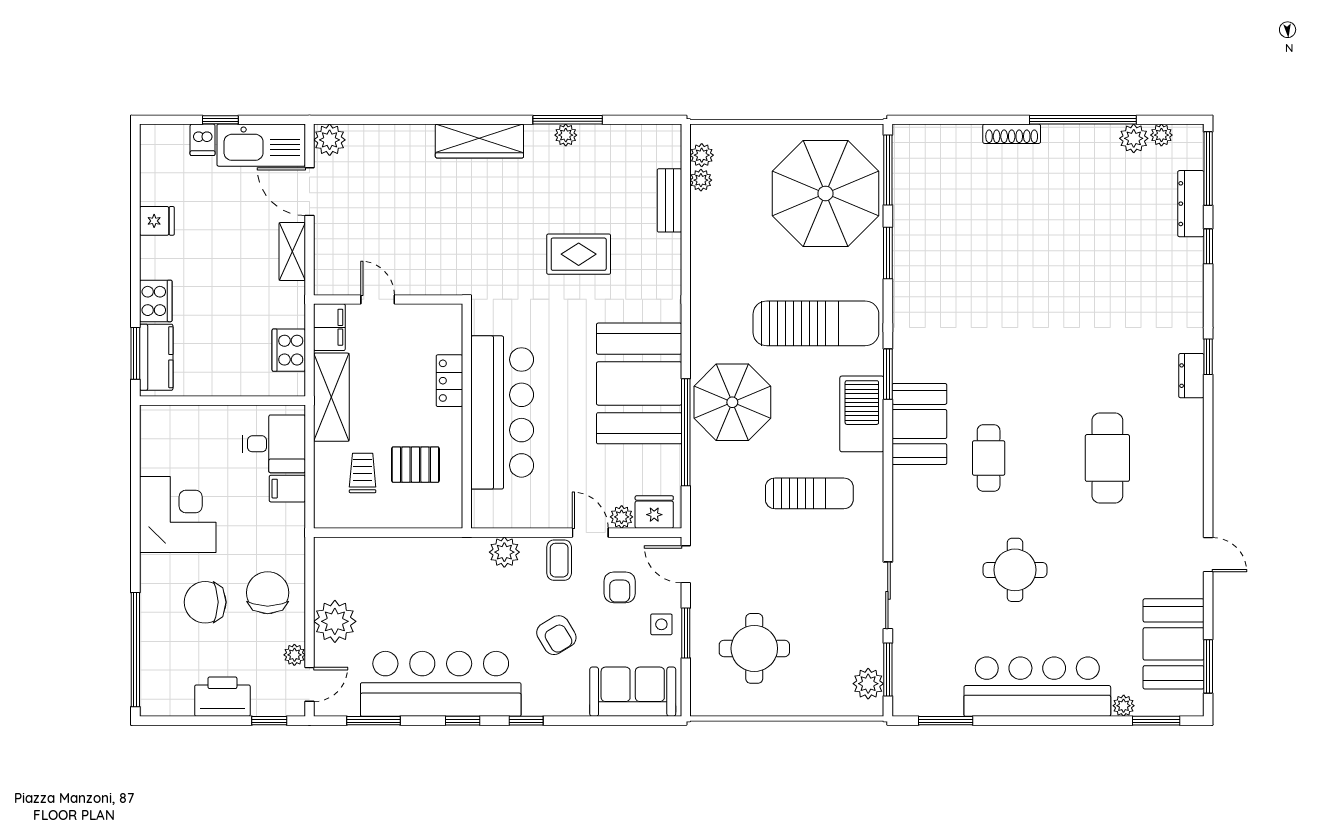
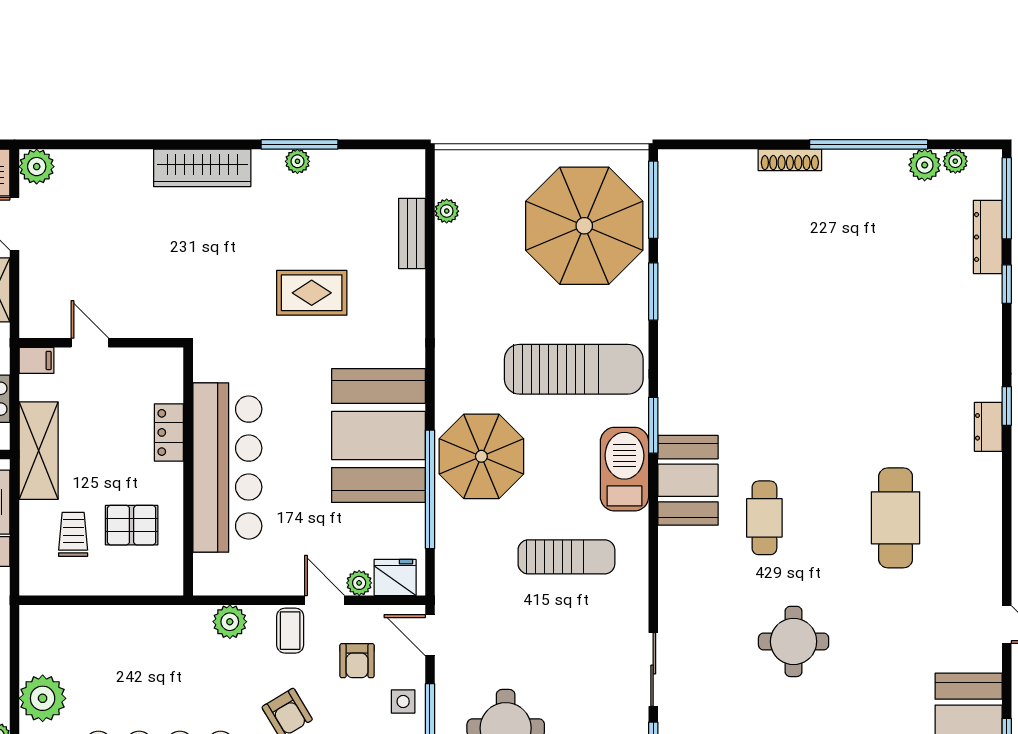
plant: (702, 155) -> (448, 183), removed
filing cabinet: (329, 327) -> (36, 360), width x0.50

